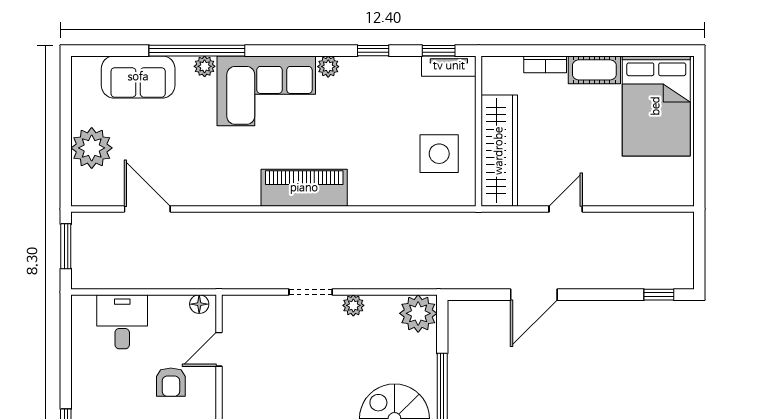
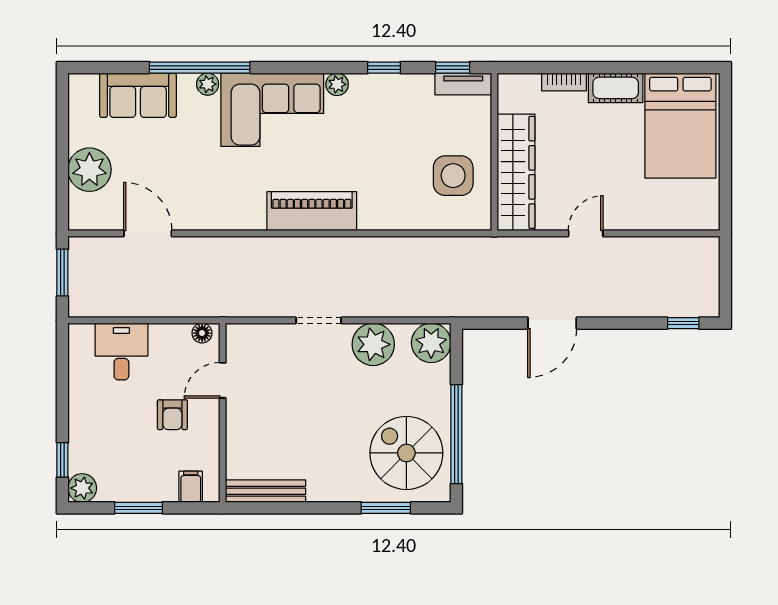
plant: (353, 305) -> (373, 344), width x1.88, depth x1.88

